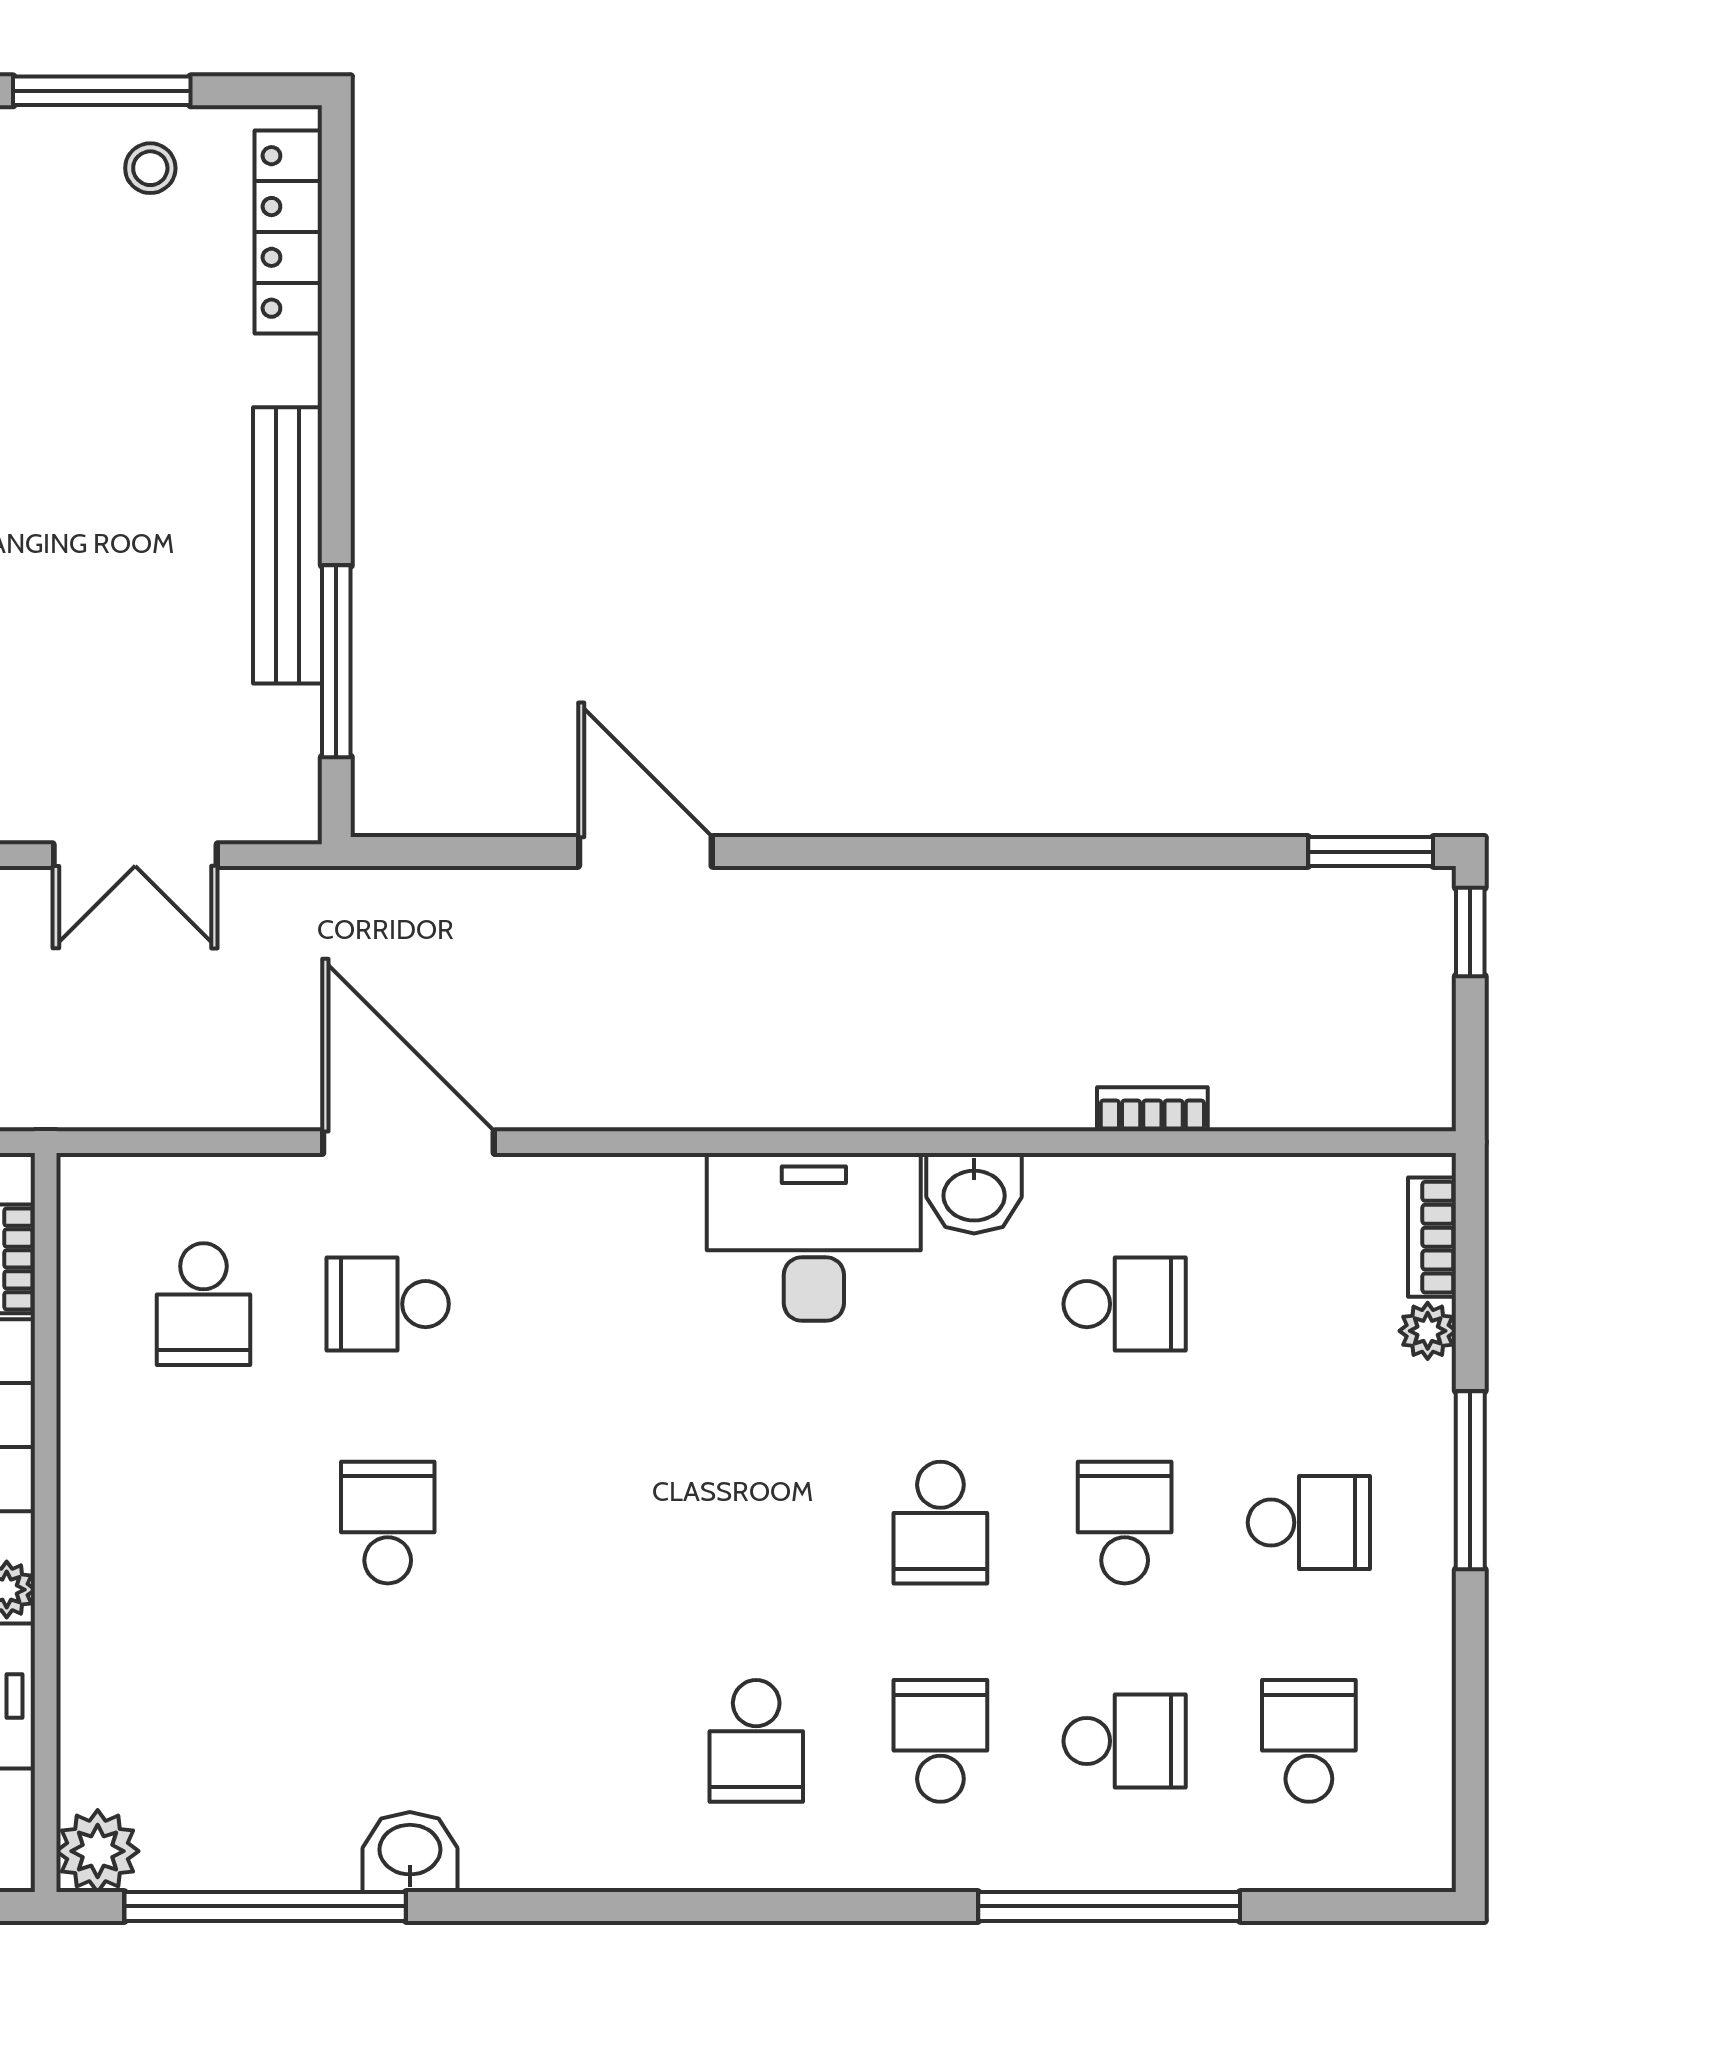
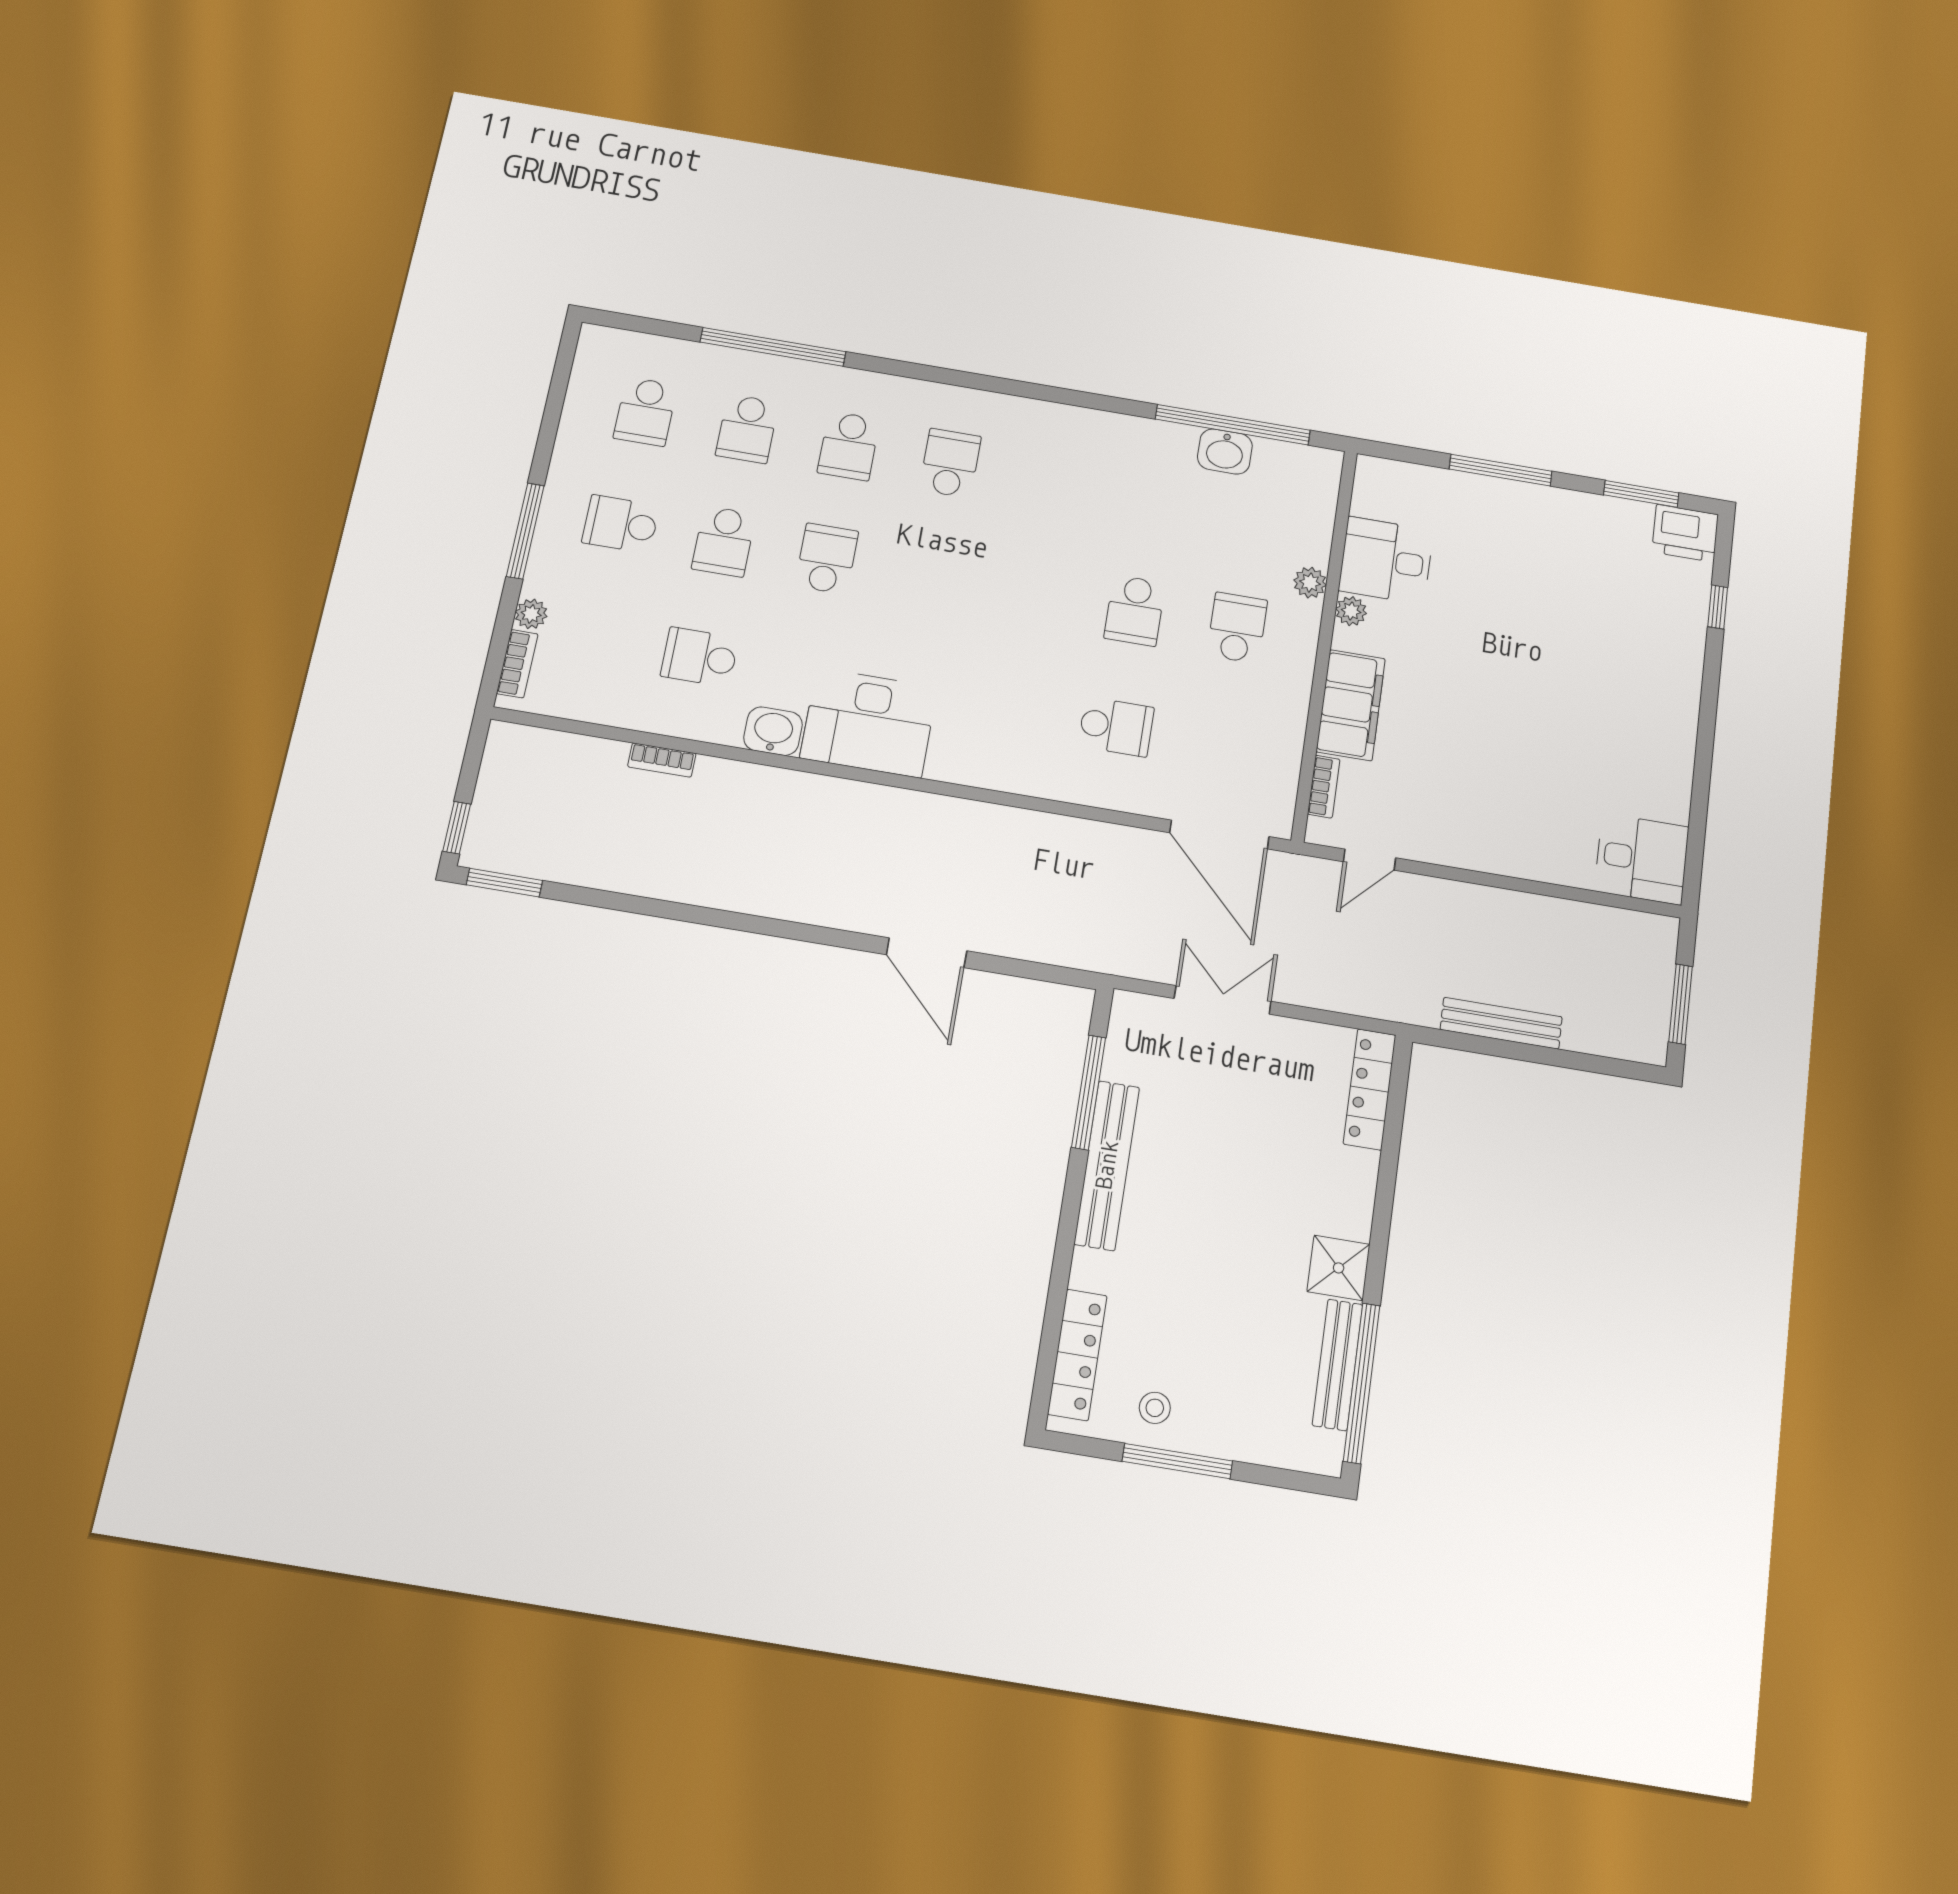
door: (408, 1142) -> (1219, 835), moved
school desk: (203, 1304) -> (1237, 628), moved
school desk: (1125, 1741) -> (747, 429), turned -90
plant: (98, 1851) -> (1310, 583), moved, width x0.73, depth x0.73
washbasin: (410, 1852) -> (1225, 452), moved

